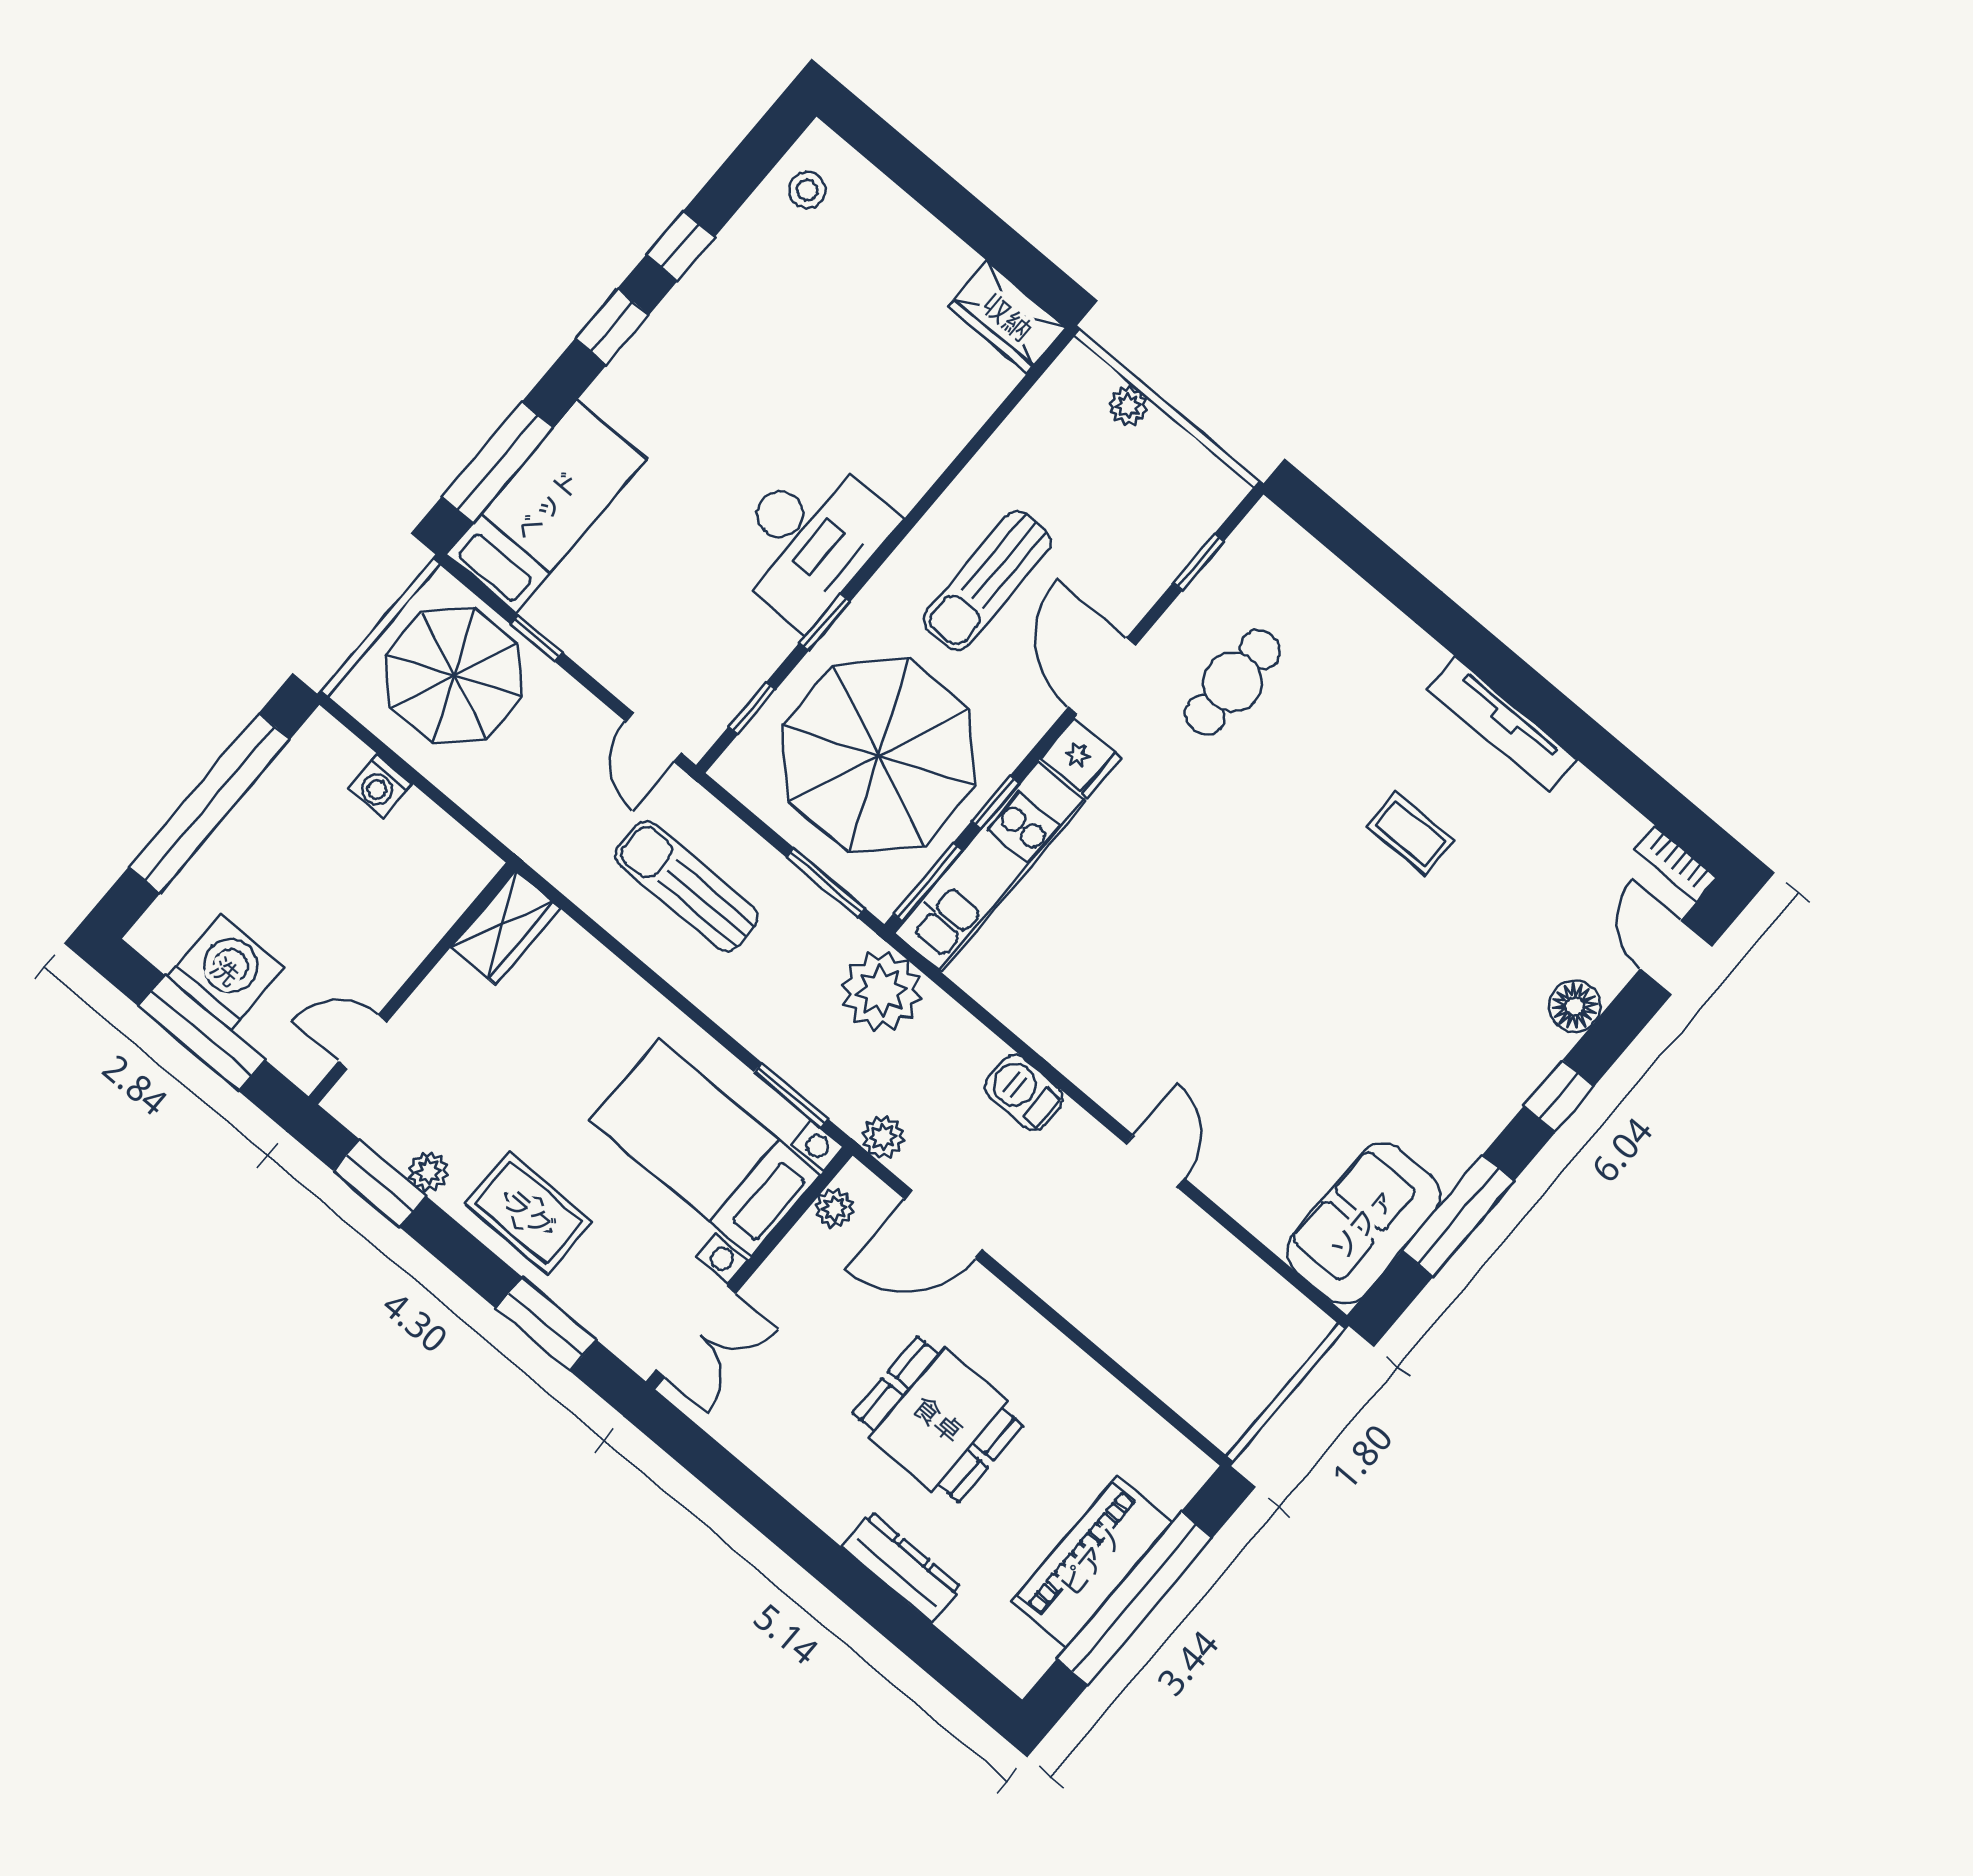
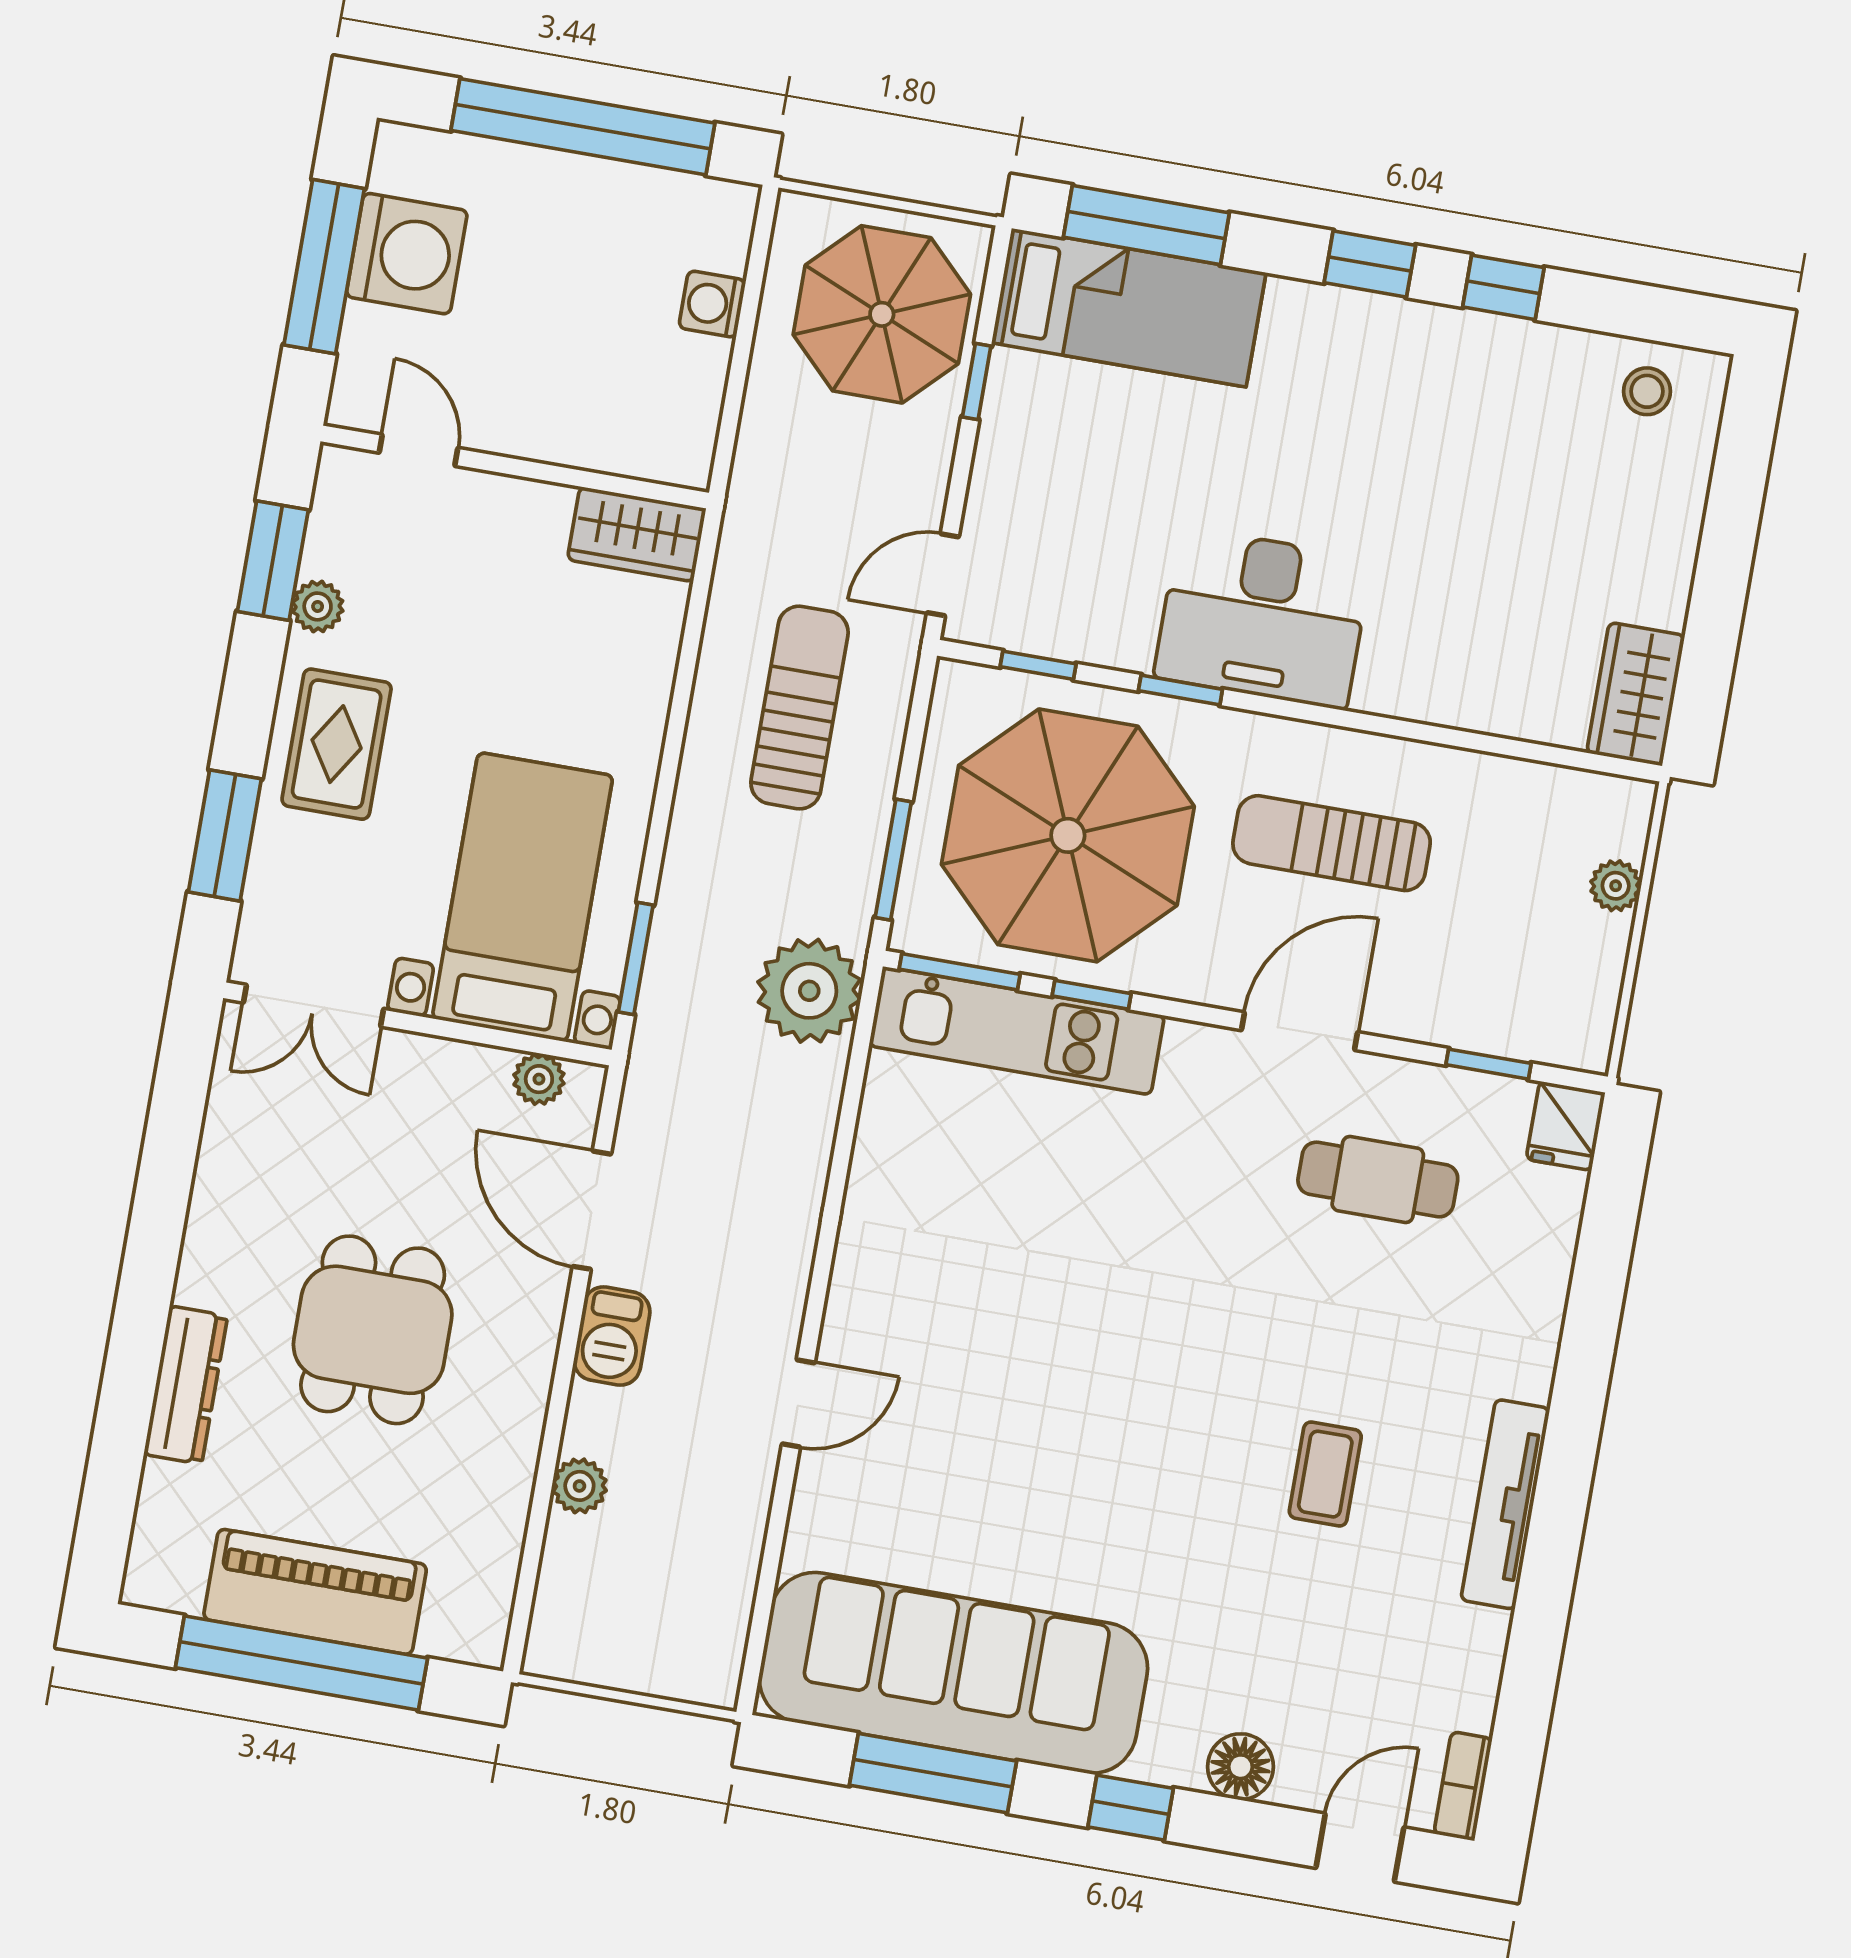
fridge: (1081, 758) -> (1566, 1126), moved
barbecue: (1024, 1092) -> (612, 1336), moved, turned 180
plant: (883, 1137) -> (579, 1486), moved
sofa: (1363, 1223) -> (953, 1673), width x1.85, depth x1.27

